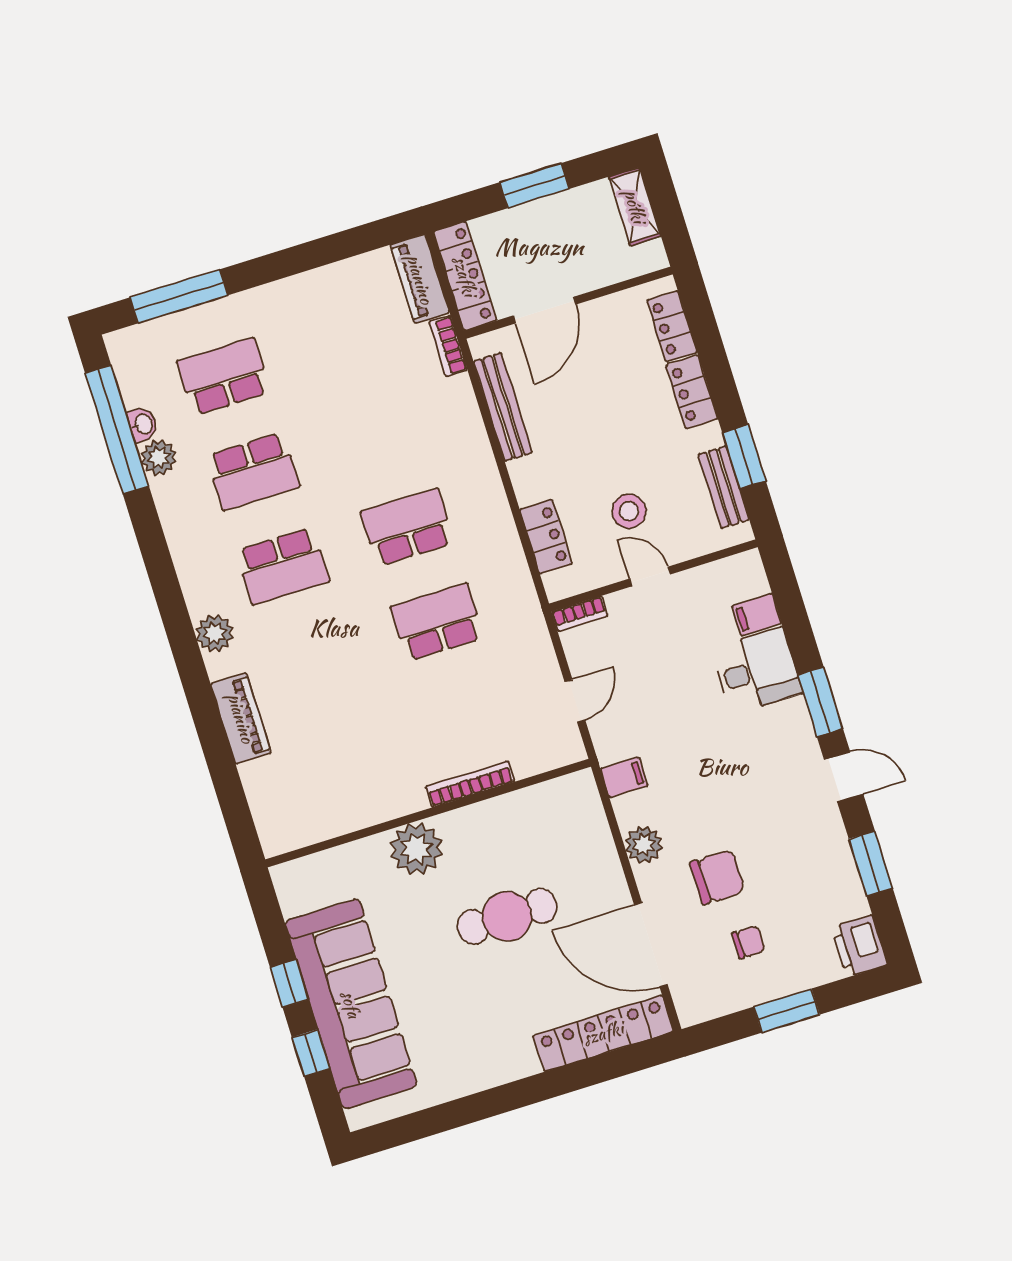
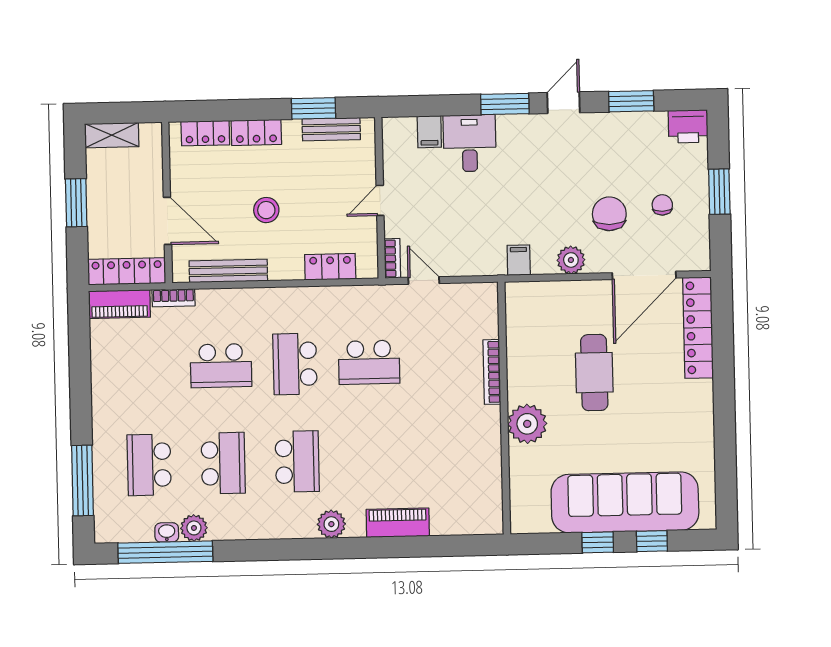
school desk: (378, 432) -> (221, 366), added
stool: (629, 511) -> (266, 210), moved
school desk: (437, 622) -> (369, 362), turned -90
door: (575, 701) -> (424, 280), moved

